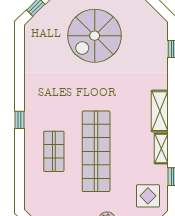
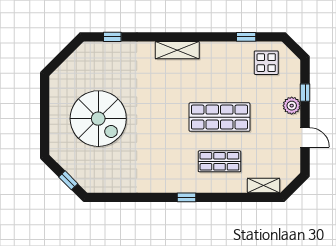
shelving: (161, 148) -> (264, 185), moved
shop shelf: (96, 151) -> (219, 117), width x0.71

